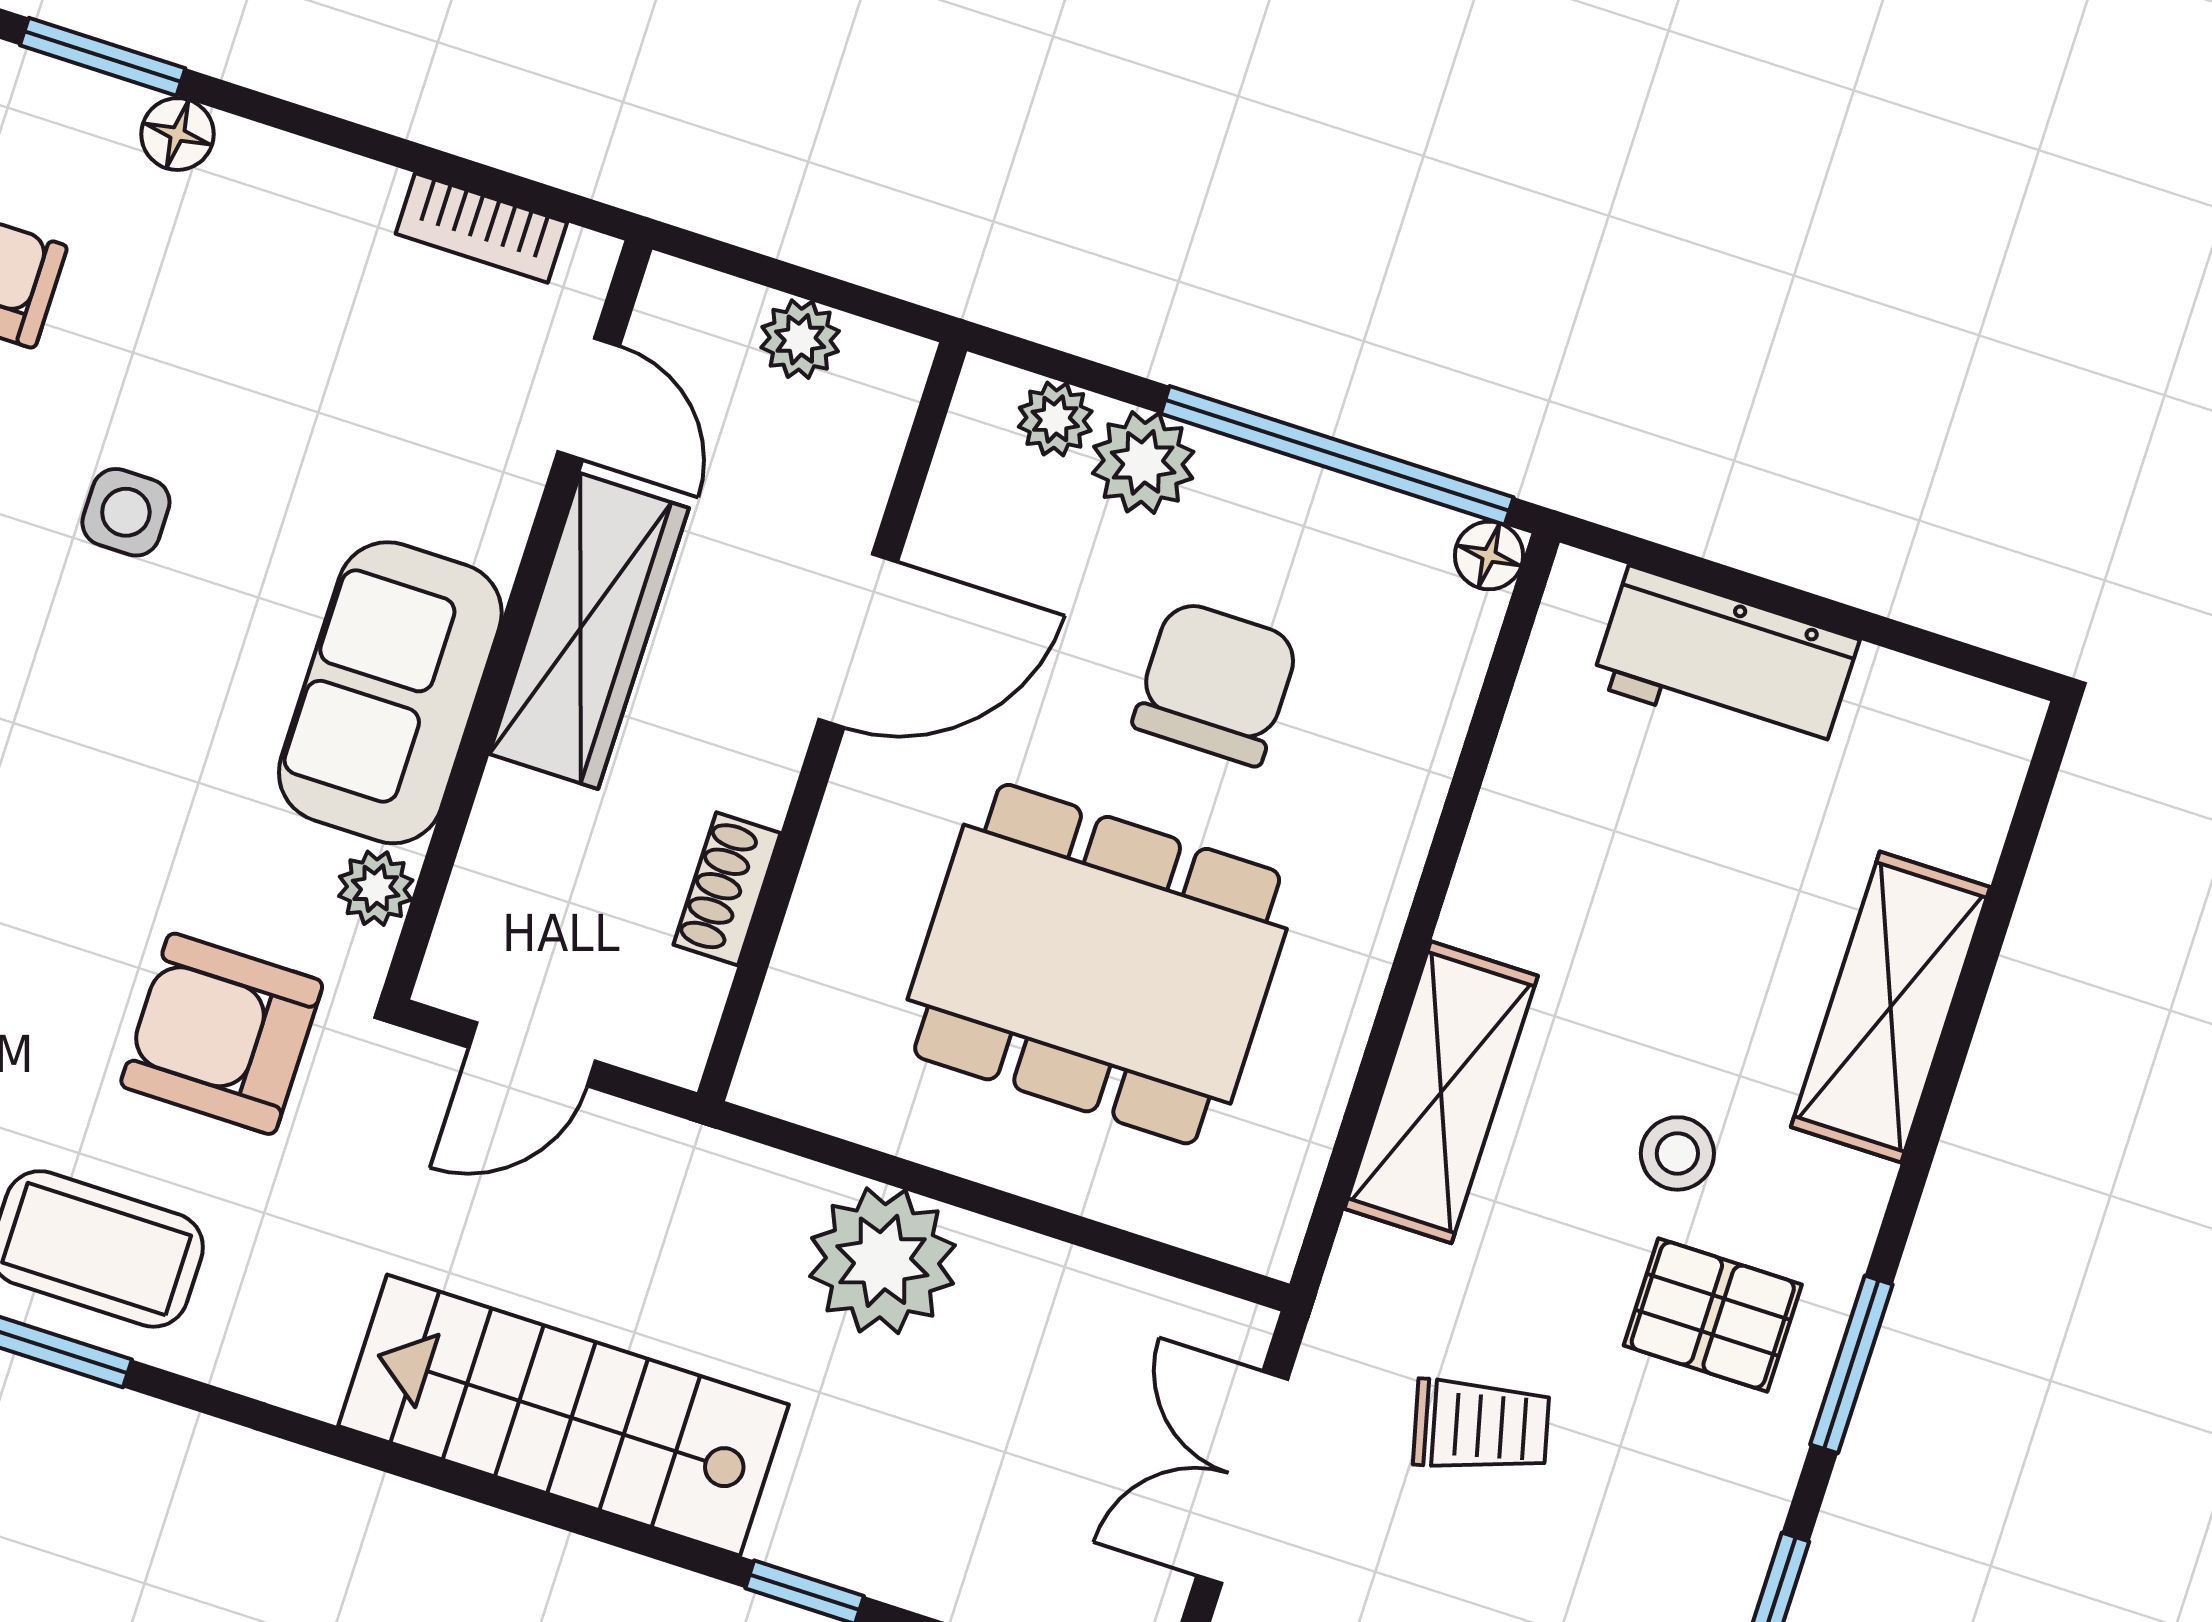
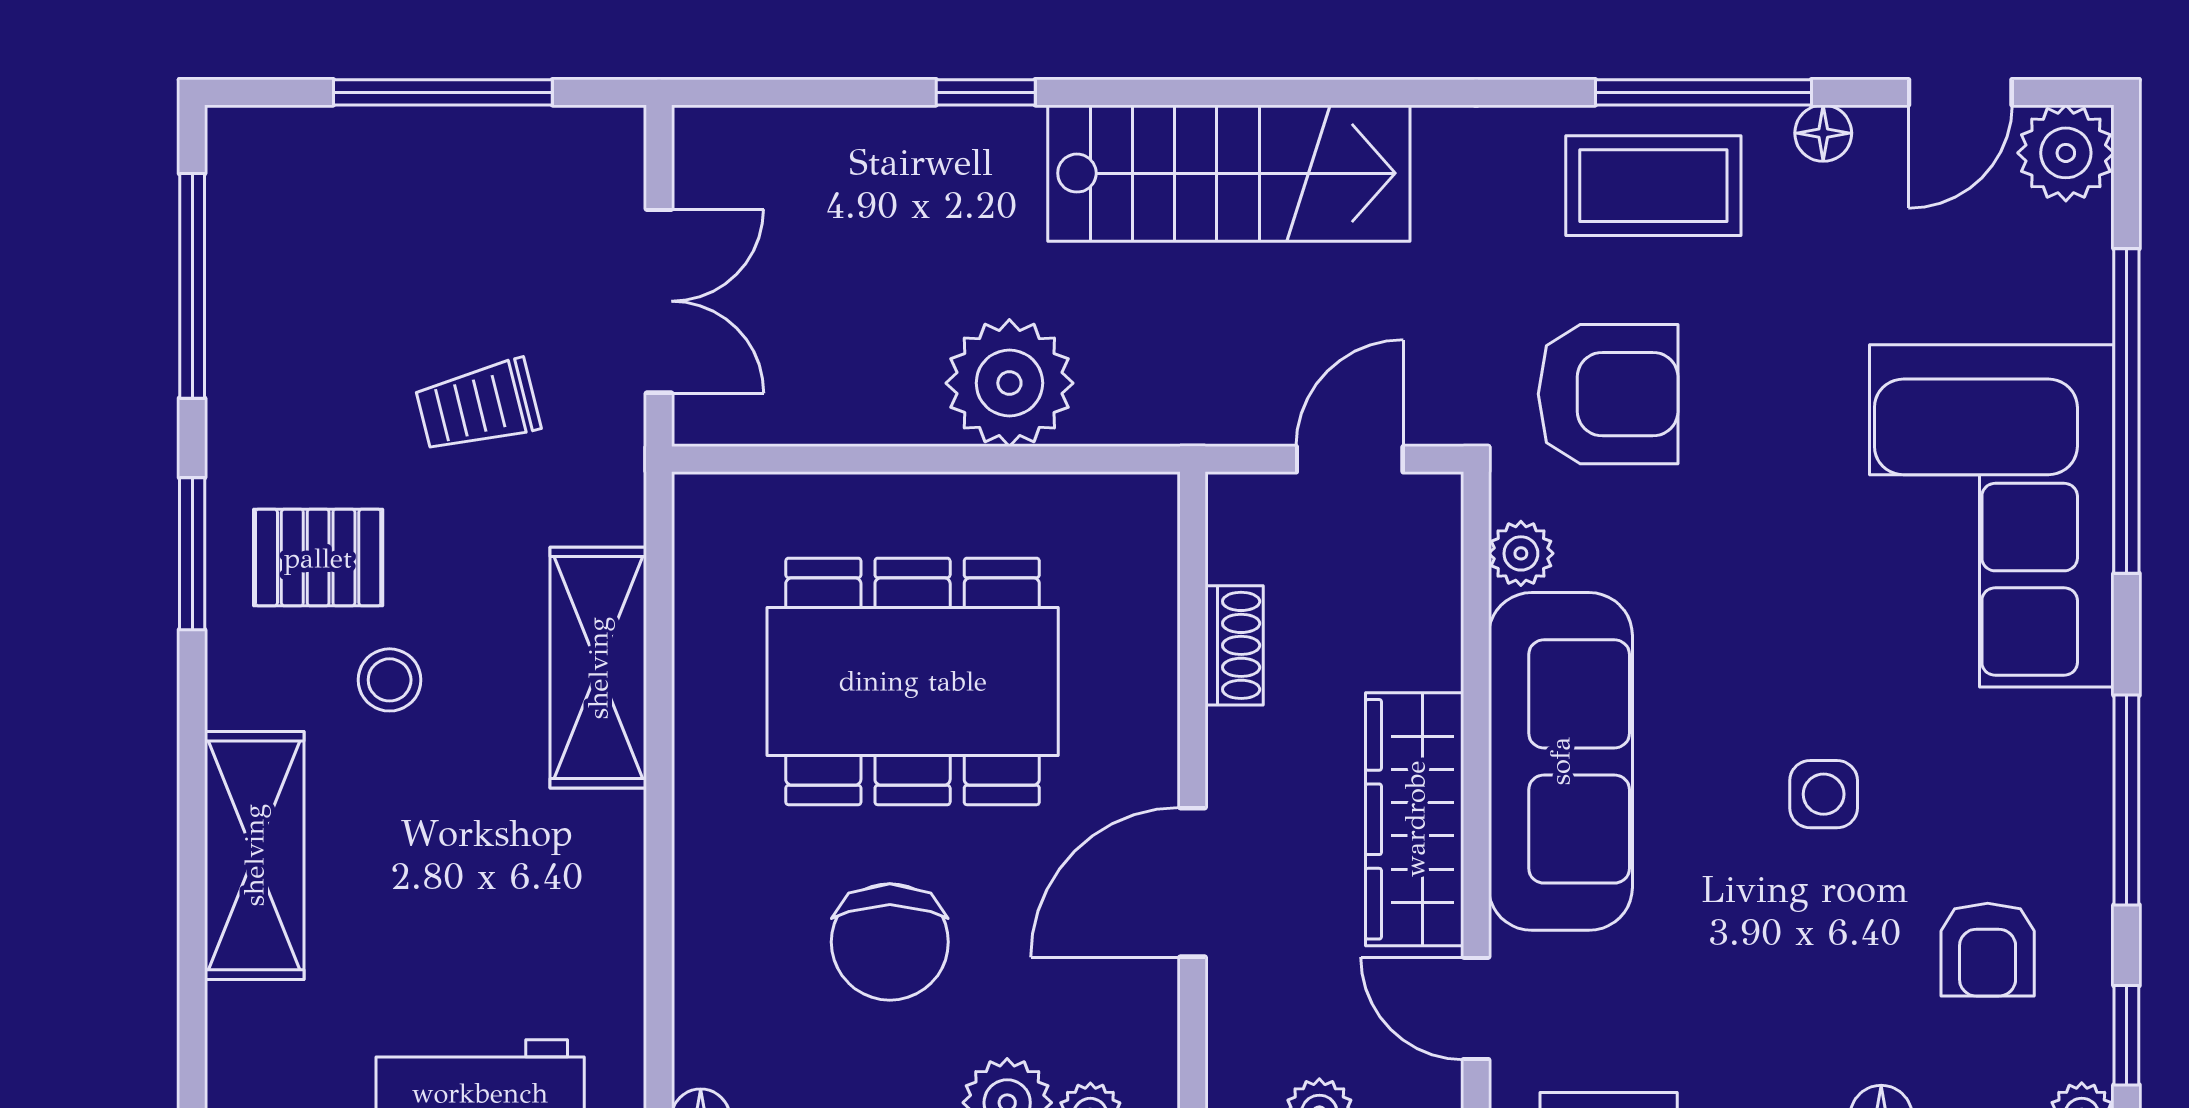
sofa: (390, 693) -> (1560, 761), width x1.36

